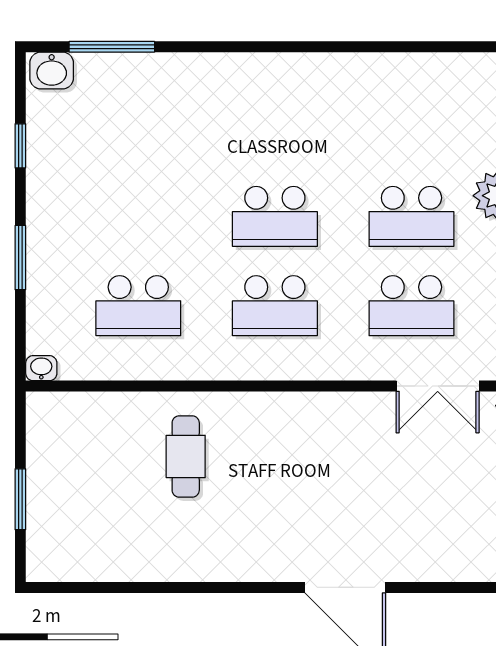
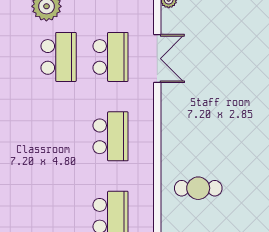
school desk: (275, 216) -> (59, 136), removed
double door: (438, 386) -> (157, 59), moved

